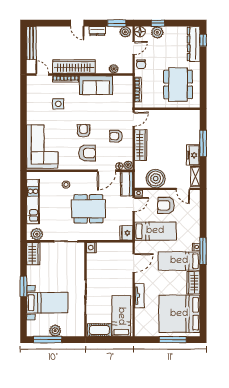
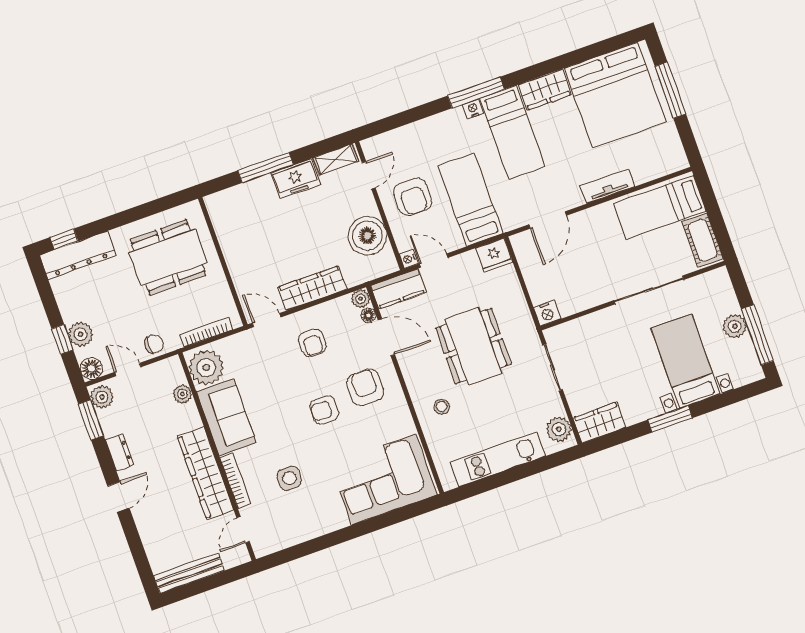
plant: (122, 84) -> (206, 368), added
door: (134, 263) -> (548, 220), swing flipped

